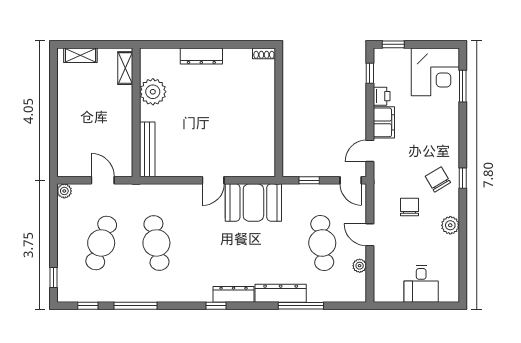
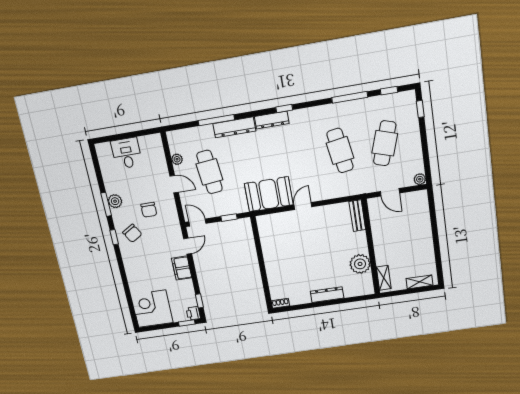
window: (463, 86) -> (106, 204), moved
printer: (382, 96) -> (193, 313), moved
bench: (147, 149) -> (357, 216), width x0.73

